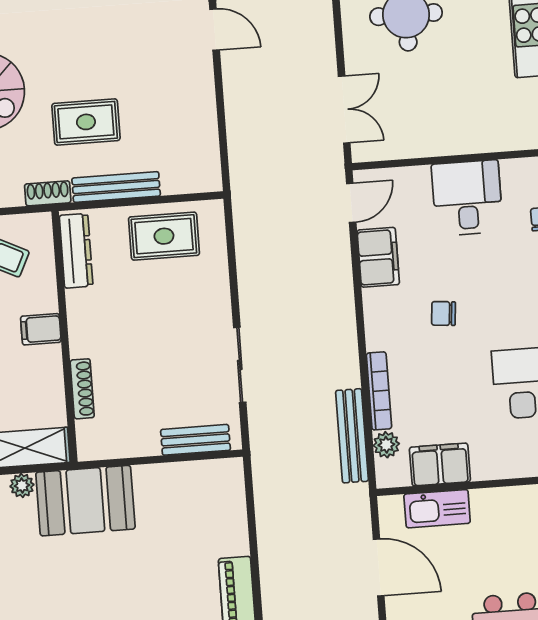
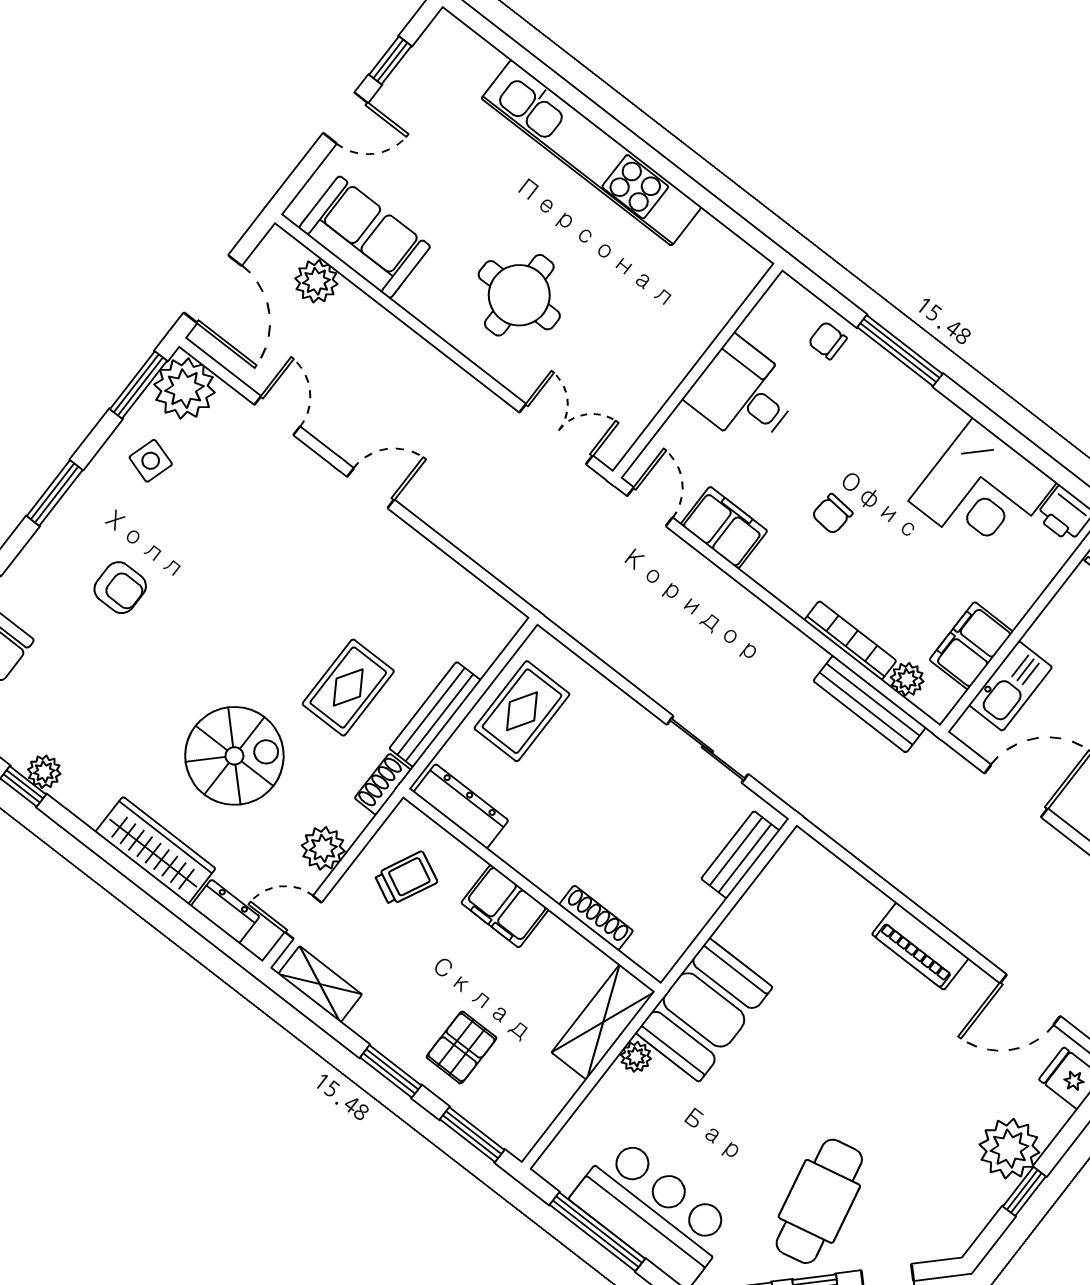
filing cabinet: (41, 329) -> (505, 906), width x2.00

